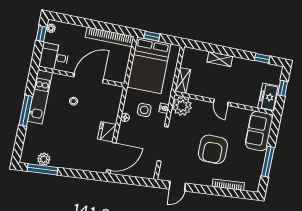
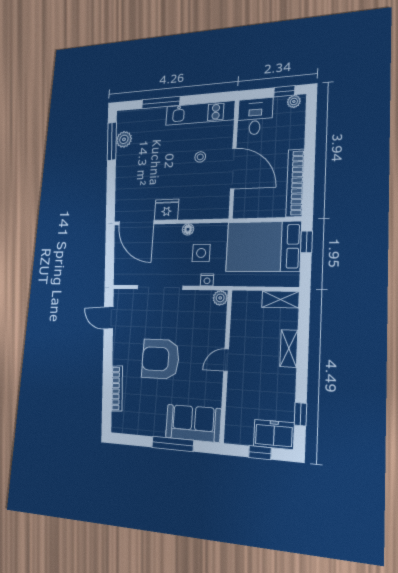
shelving: (183, 81) -> (280, 299), moved
freezer: (268, 97) -> (274, 434), moved
plant: (182, 106) -> (220, 298), width x0.53, depth x0.53
window: (26, 111) -> (161, 103), moved
window: (268, 162) -> (173, 444), moved

